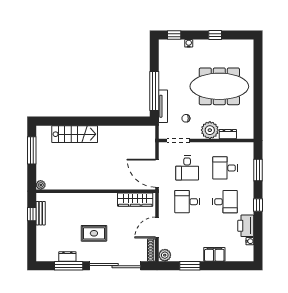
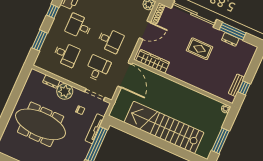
stairs: (75, 134) -> (164, 127), width x1.86, depth x1.51

